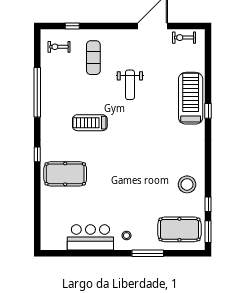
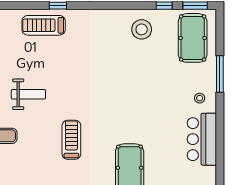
treadmill: (191, 98) -> (44, 25), width x0.73, depth x0.73
treadmill: (90, 123) -> (71, 140), turned 180

